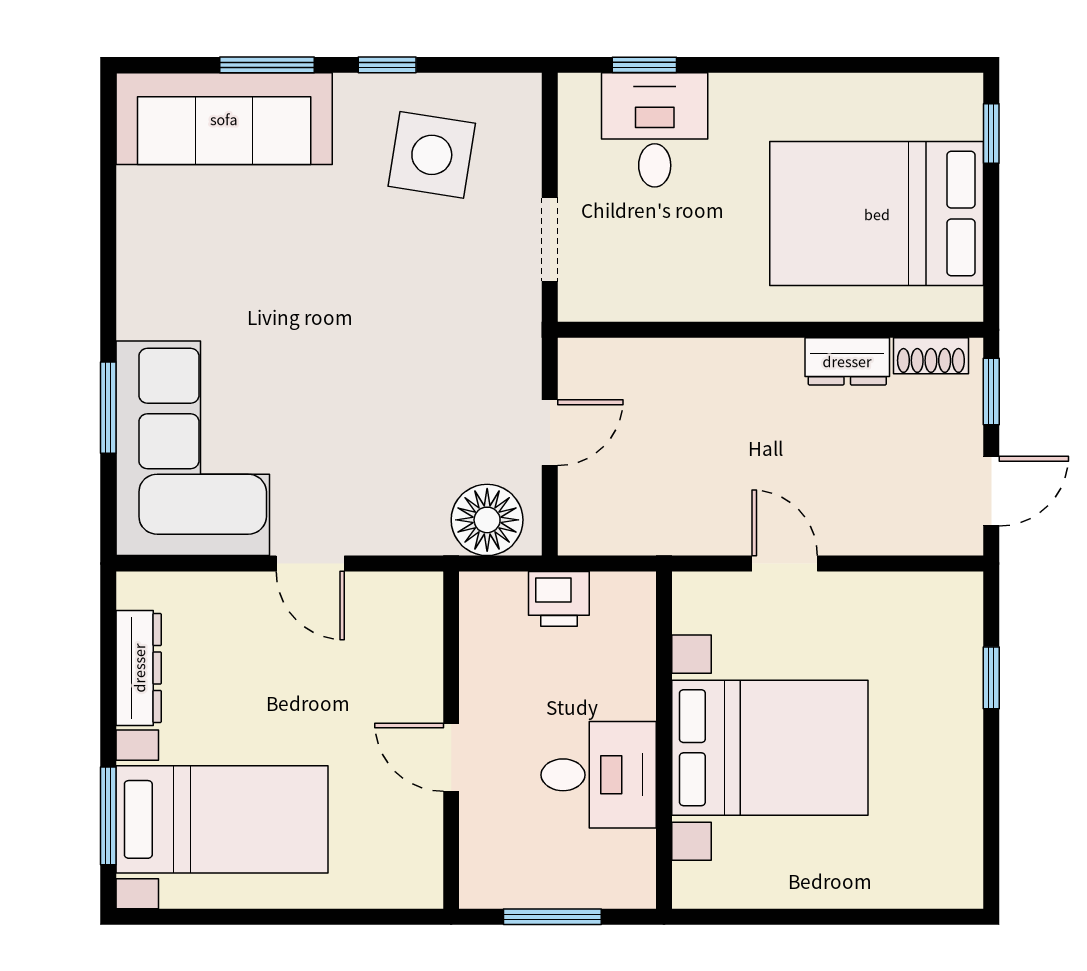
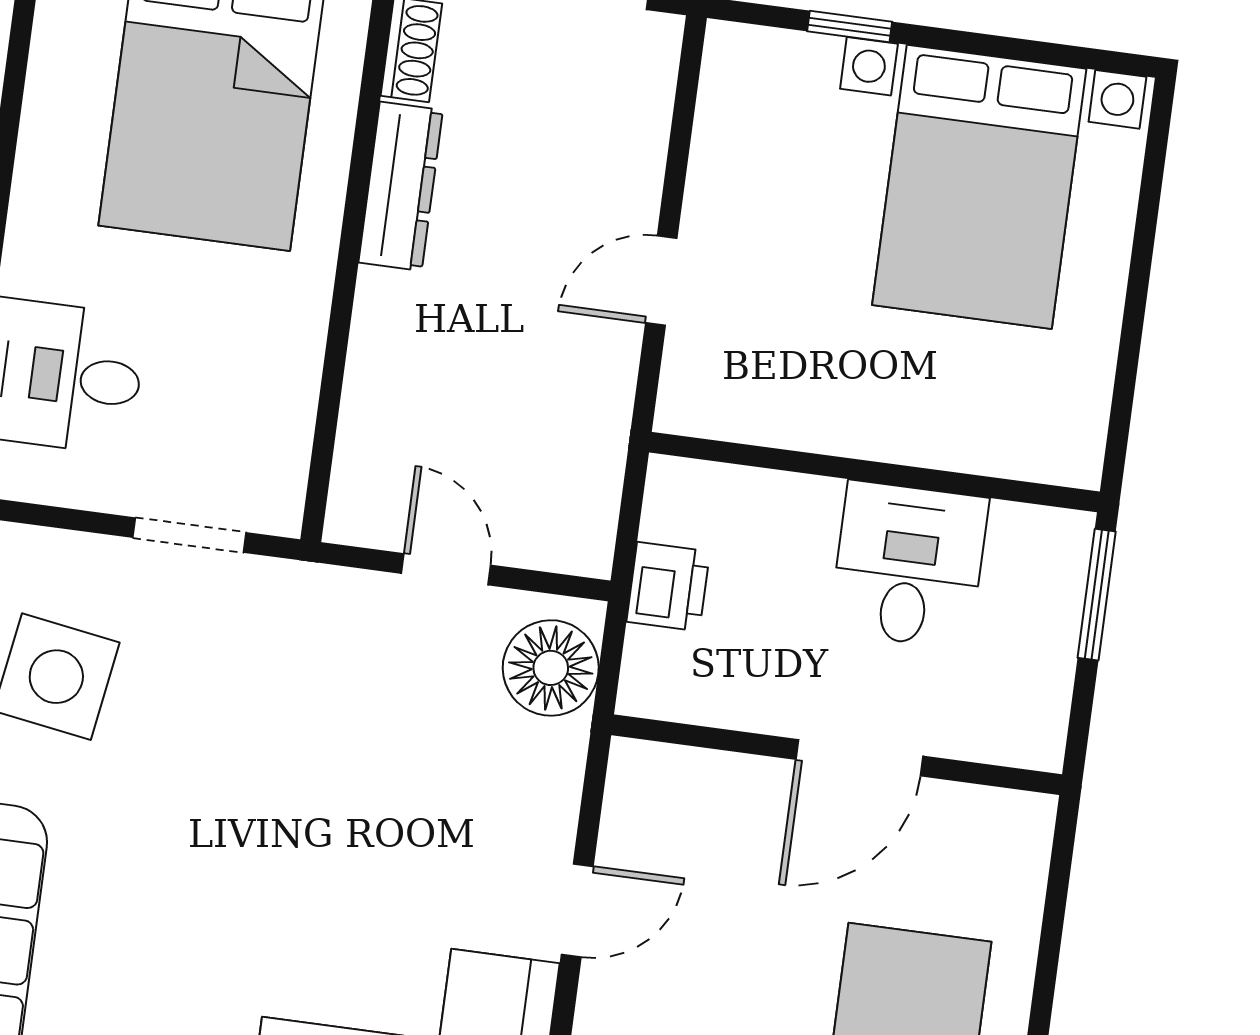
dresser: (847, 361) -> (401, 186), width x1.44
bed with nightstands: (770, 748) -> (979, 187), moved, turned 180
door: (451, 757) -> (859, 758), width x1.38
window: (552, 917) -> (1097, 595), moved

